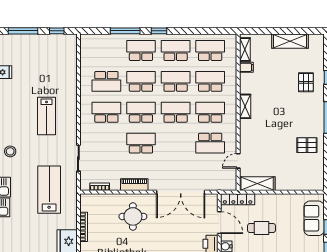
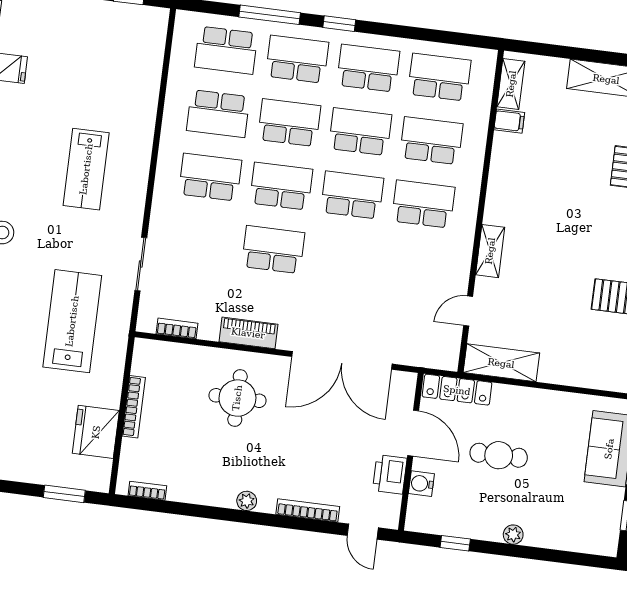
shelving: (245, 106) -> (490, 251), moved
school desk: (210, 143) -> (226, 50), moved

